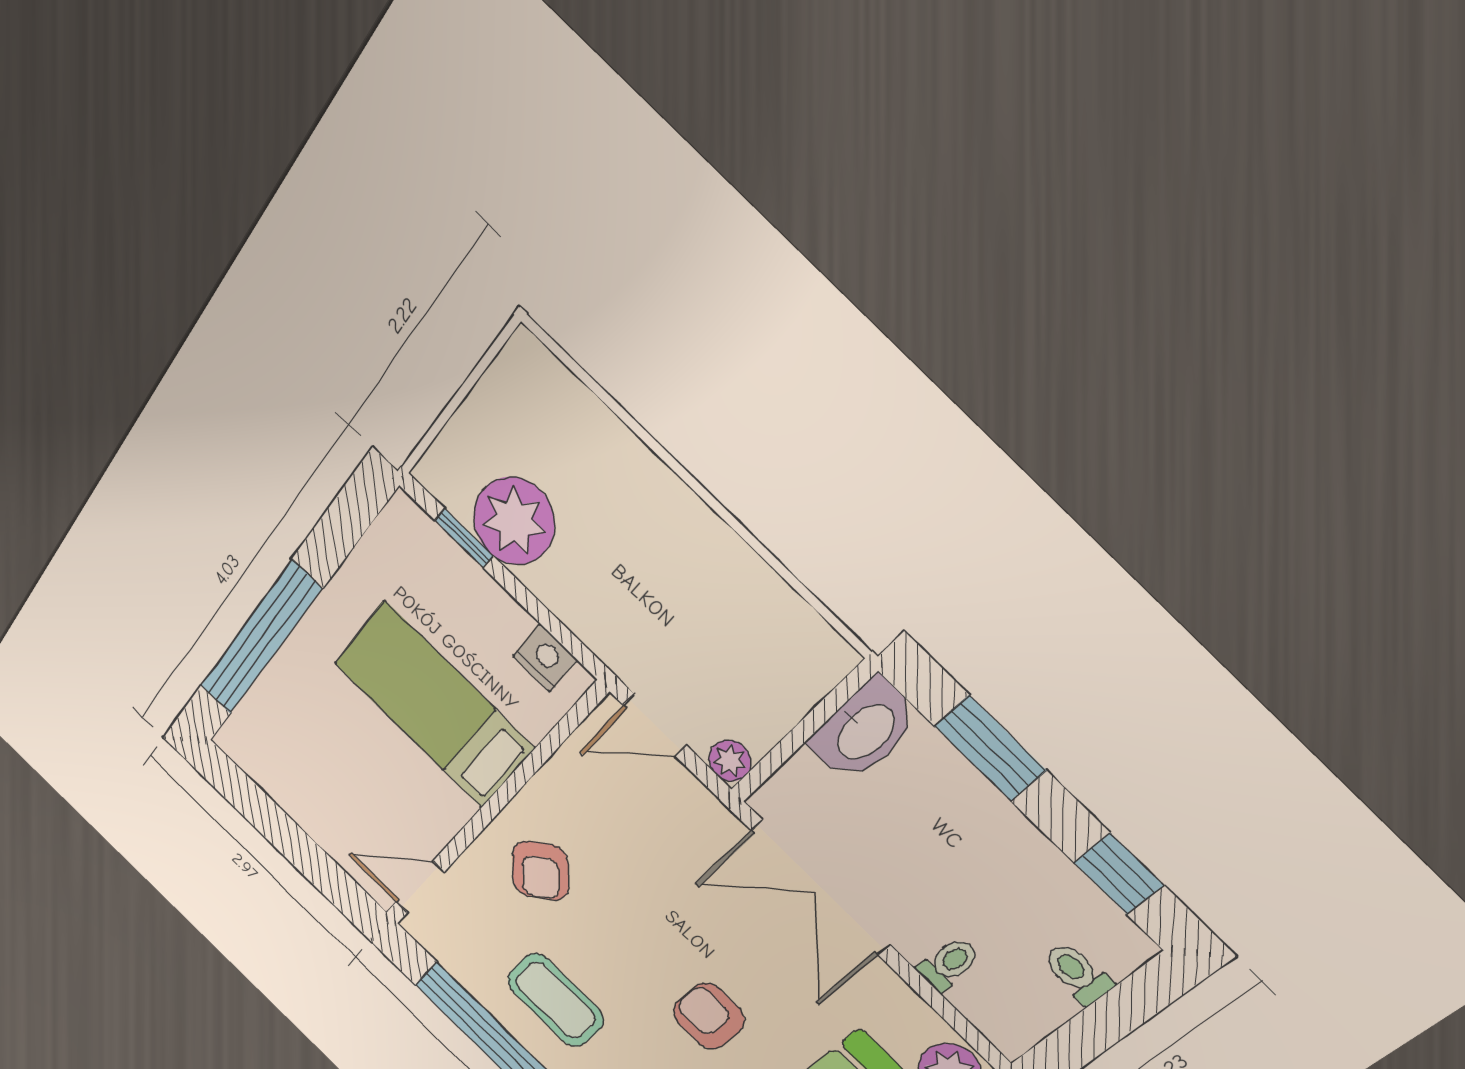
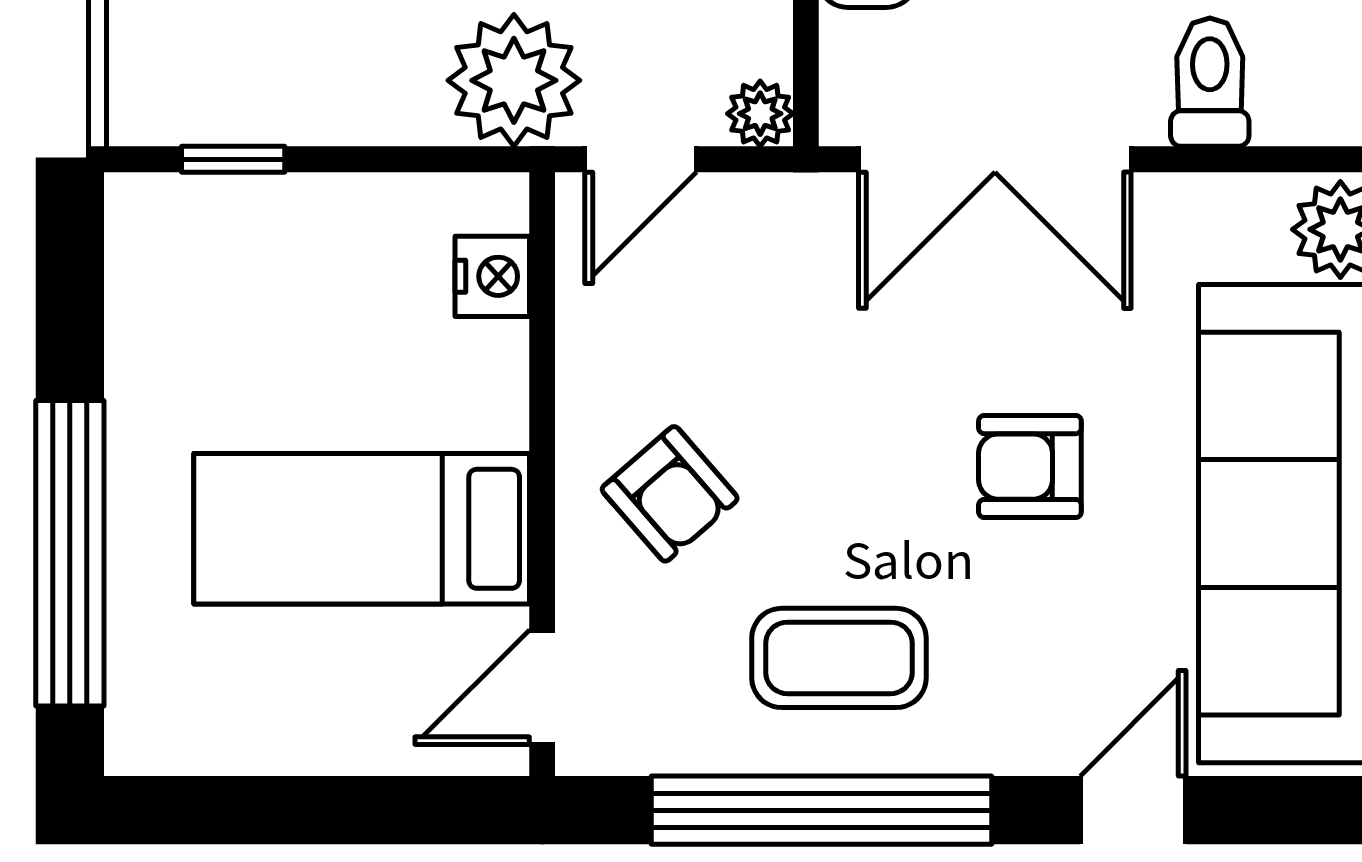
plant: (514, 521) -> (514, 80), moved
nightstand: (545, 658) -> (492, 276), moved, turned 90
bed: (434, 705) -> (362, 529), moved
toilet: (949, 964) -> (1210, 82), width x1.37, depth x1.39

